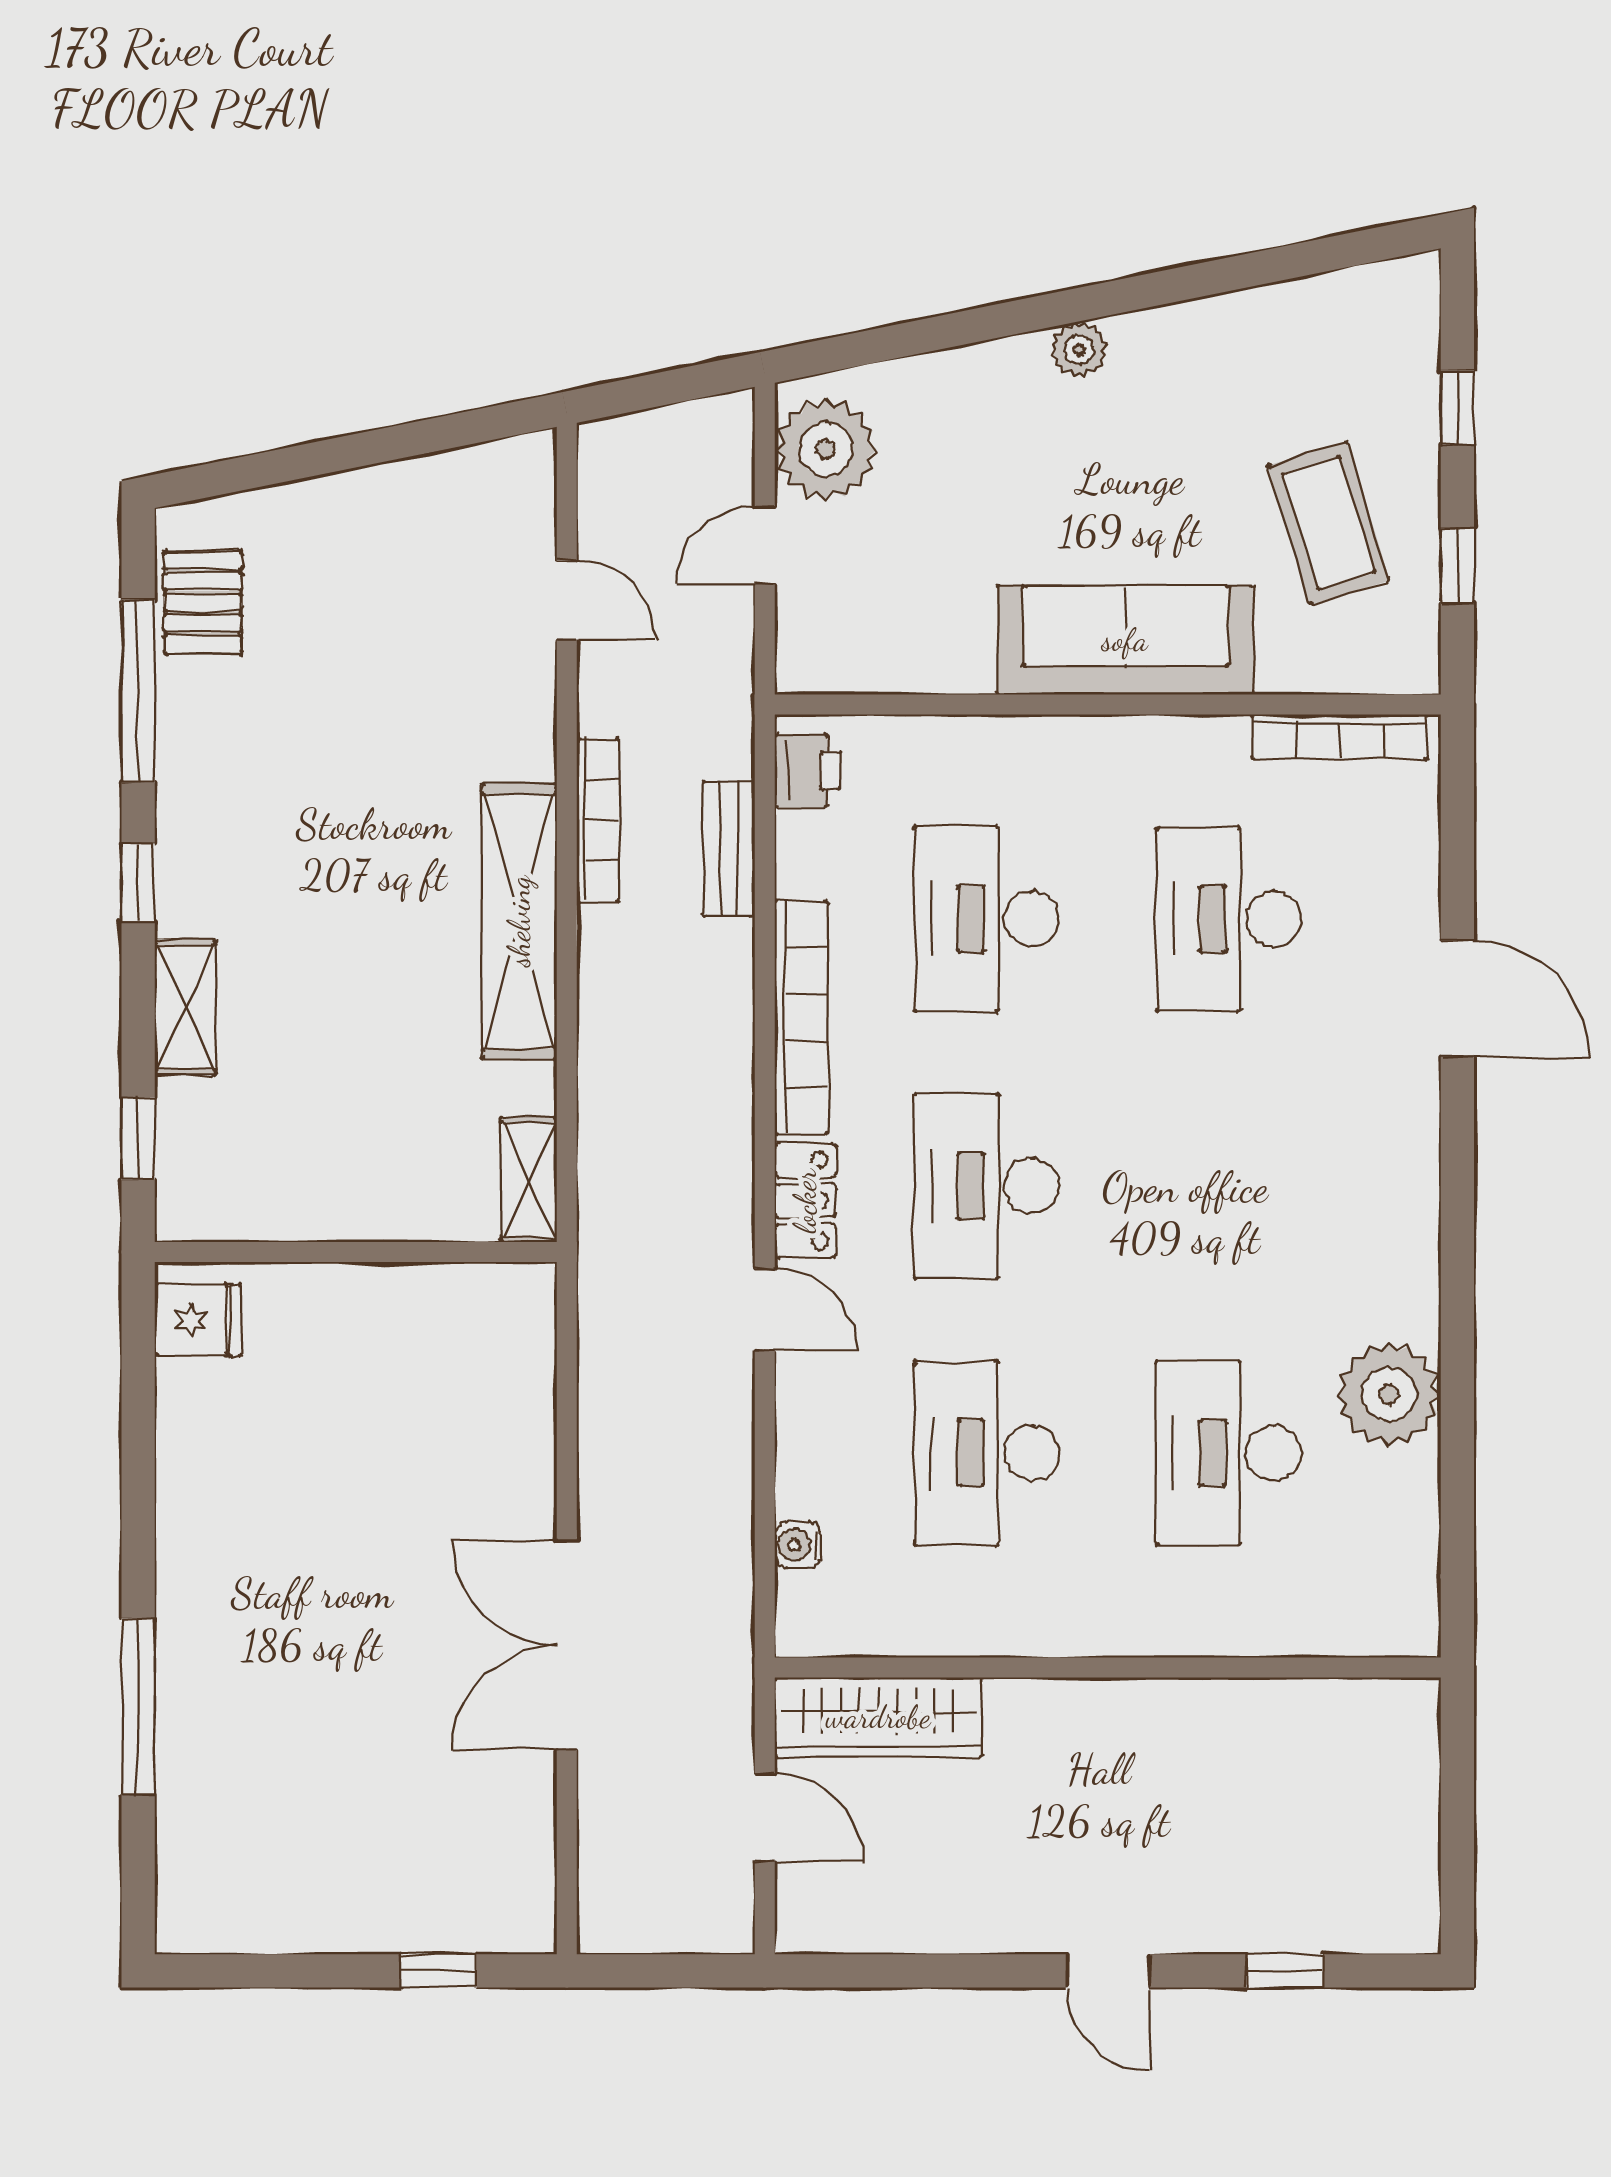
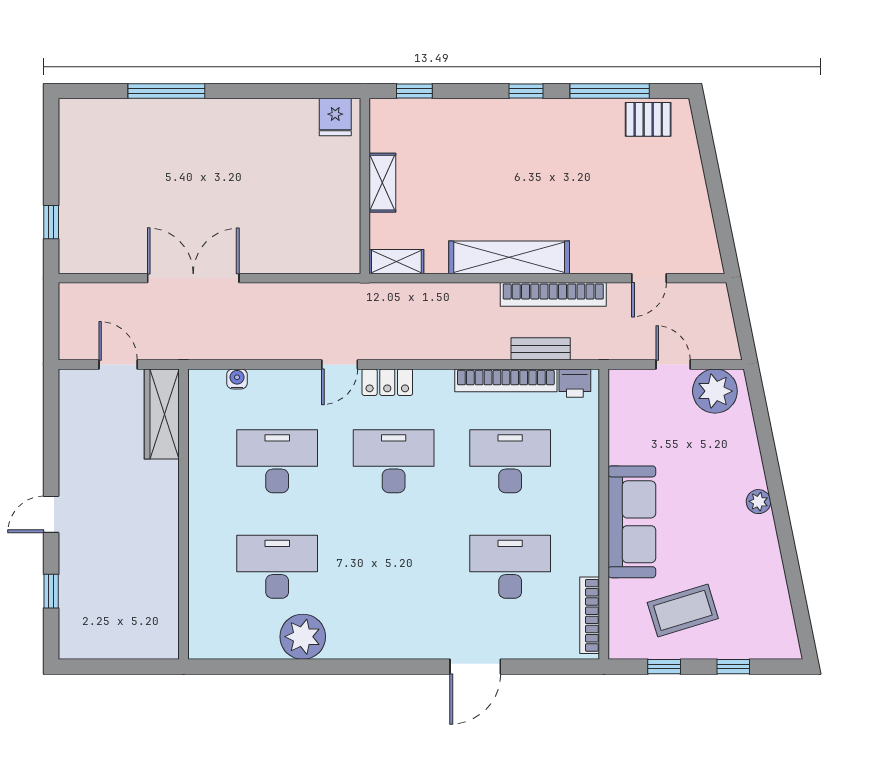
bookcase: (598, 820) -> (553, 294), width x1.48, depth x1.31
shelving: (185, 1007) -> (382, 183), moved, turned 90
bookcase: (801, 1018) -> (506, 380), moved
door: (765, 1817) -> (118, 364), swing flipped

